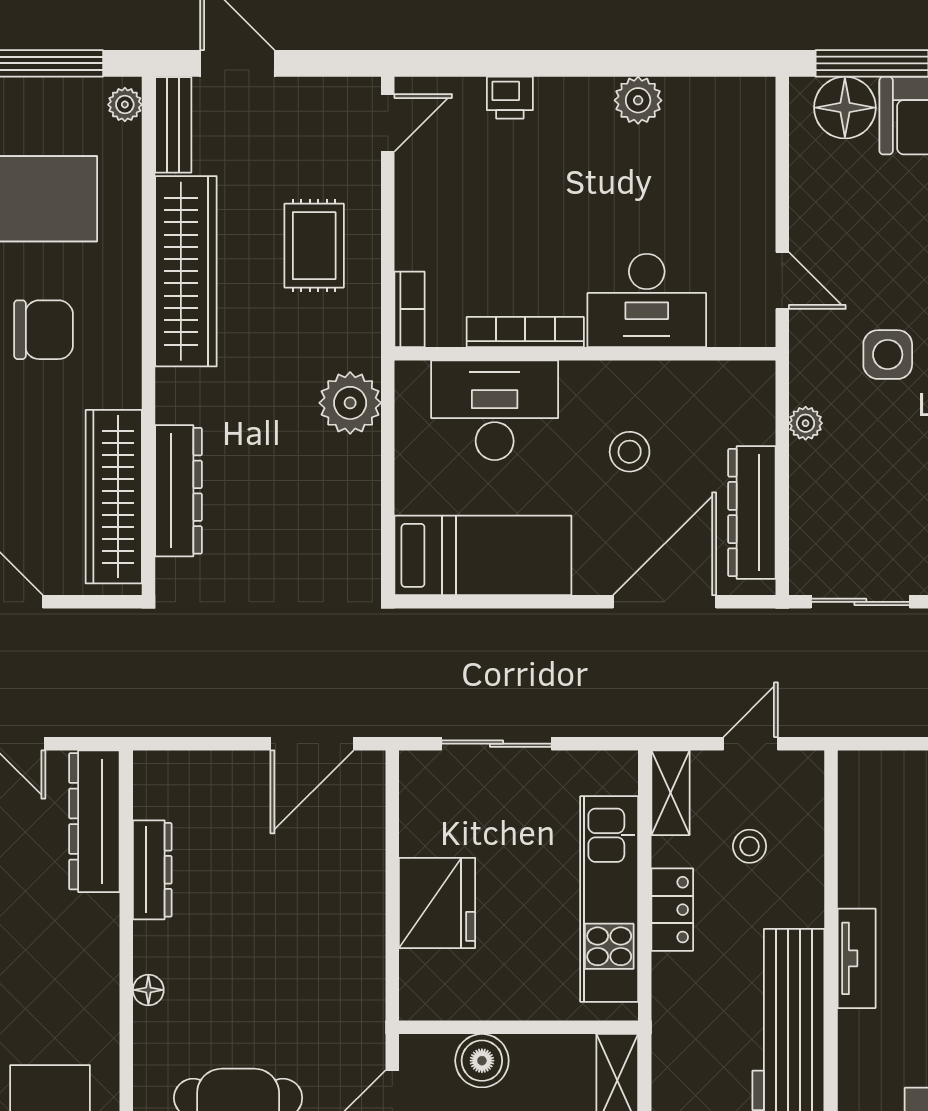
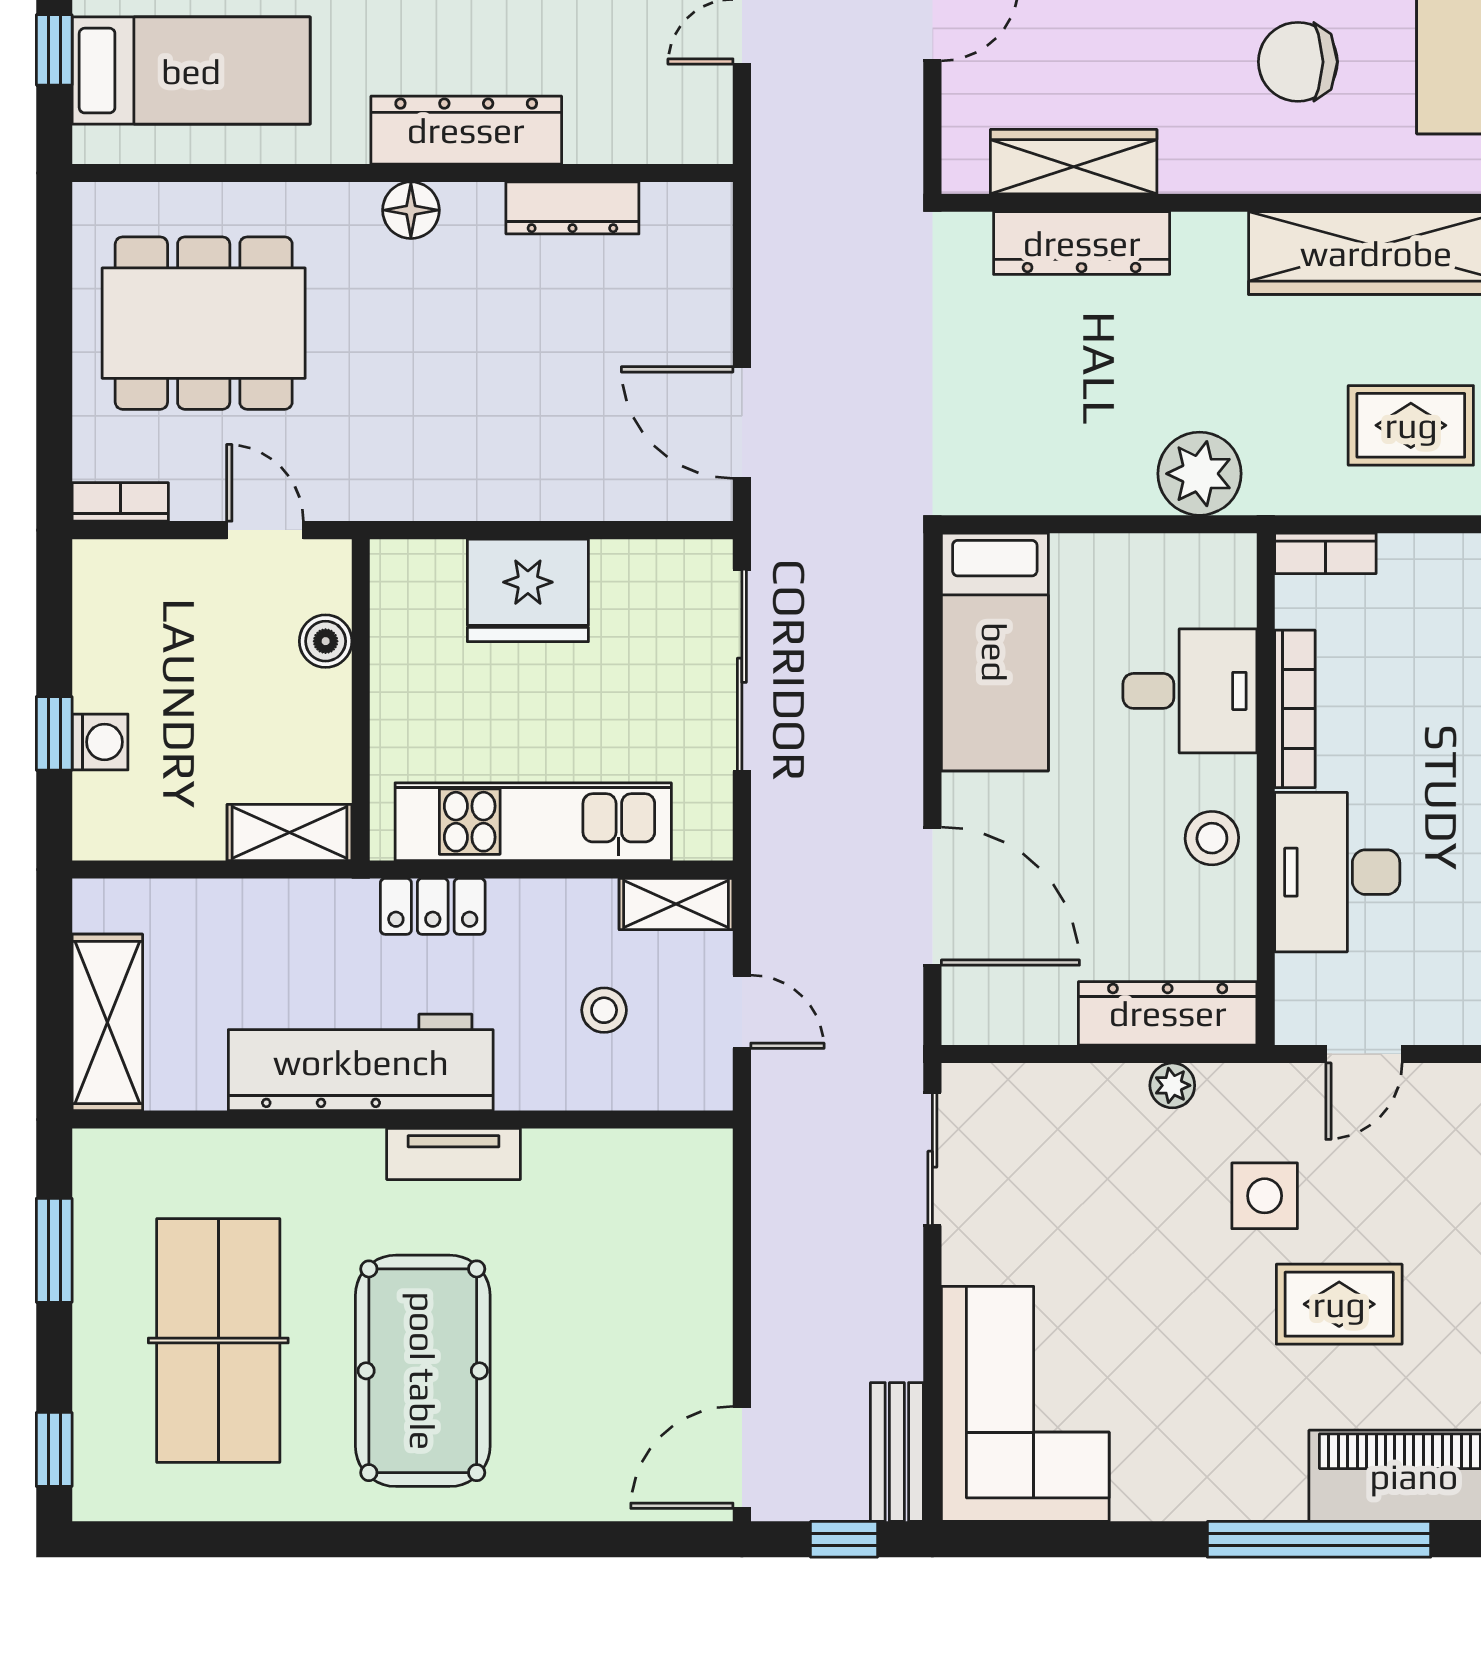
chair: (44, 330) -> (1298, 62), turned 90
desk: (495, 410) -> (1190, 691), width x0.73
stool: (630, 452) -> (1212, 838), moved
wardrobe: (114, 497) -> (1074, 162), width x0.71, depth x0.85
dresser: (752, 513) -> (1168, 1013), moved
sliding door: (496, 744) -> (742, 670), width x1.37
dresser: (94, 821) -> (466, 130), moved
locker: (672, 910) -> (433, 906), moved
floor lamp: (148, 990) -> (411, 210), width x1.37, depth x1.37
boiler: (482, 1061) -> (326, 641), width x0.73, depth x0.73

